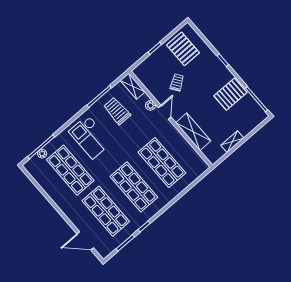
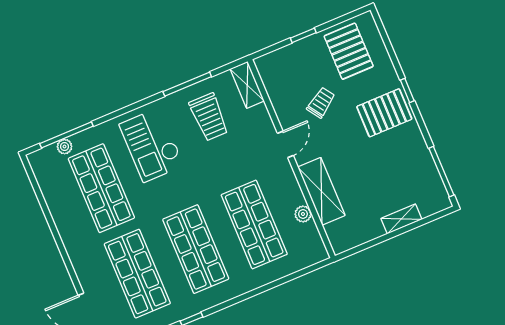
pallet: (230, 94) -> (384, 113), moved
plant: (150, 105) -> (303, 214), moved
trolley: (117, 111) -> (209, 117), turned 180
shelving: (232, 142) -> (401, 219), moved

